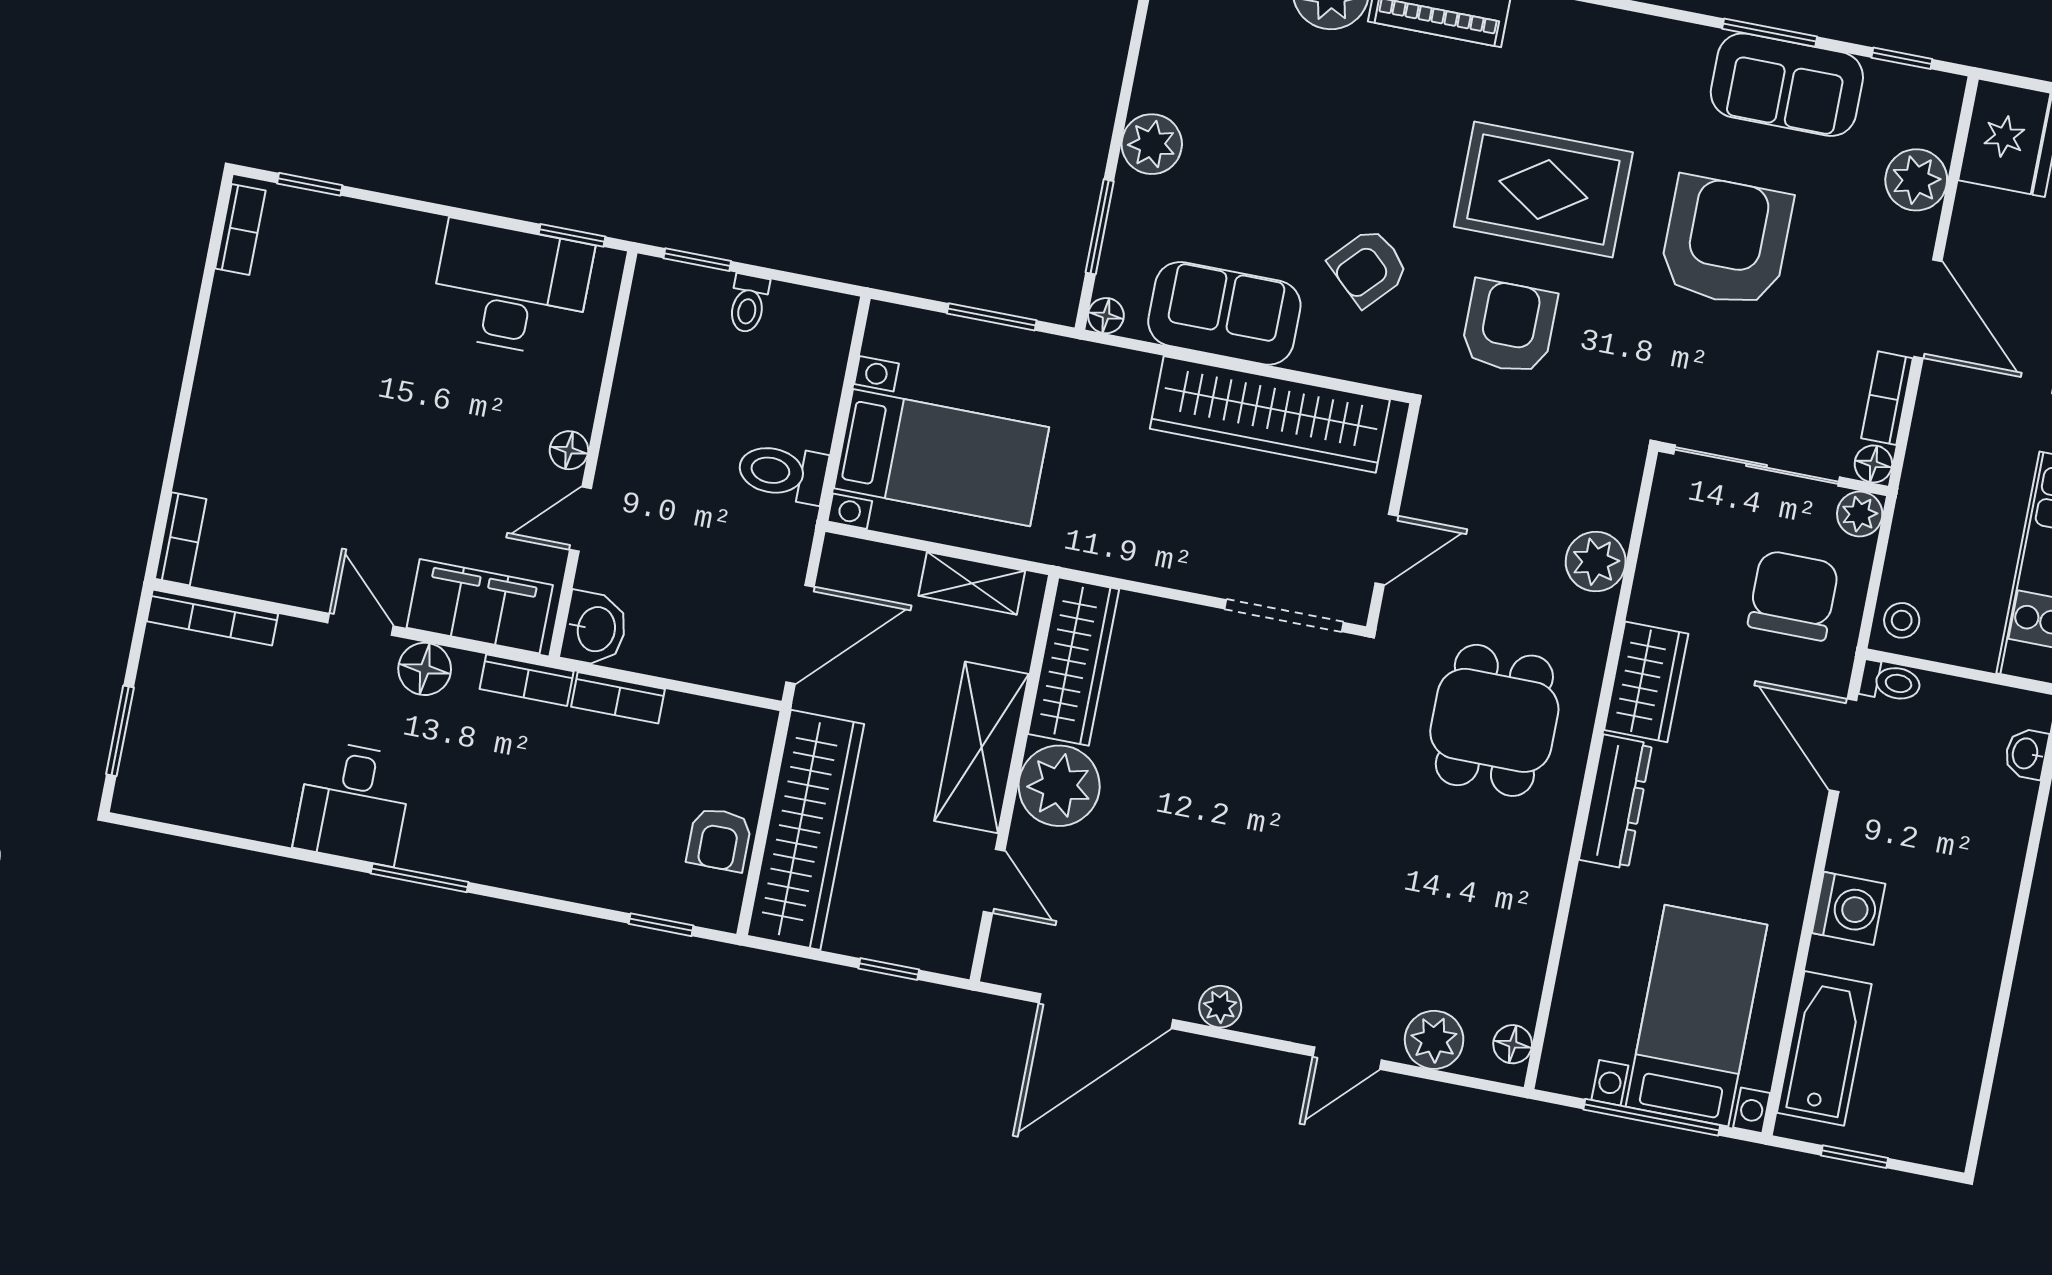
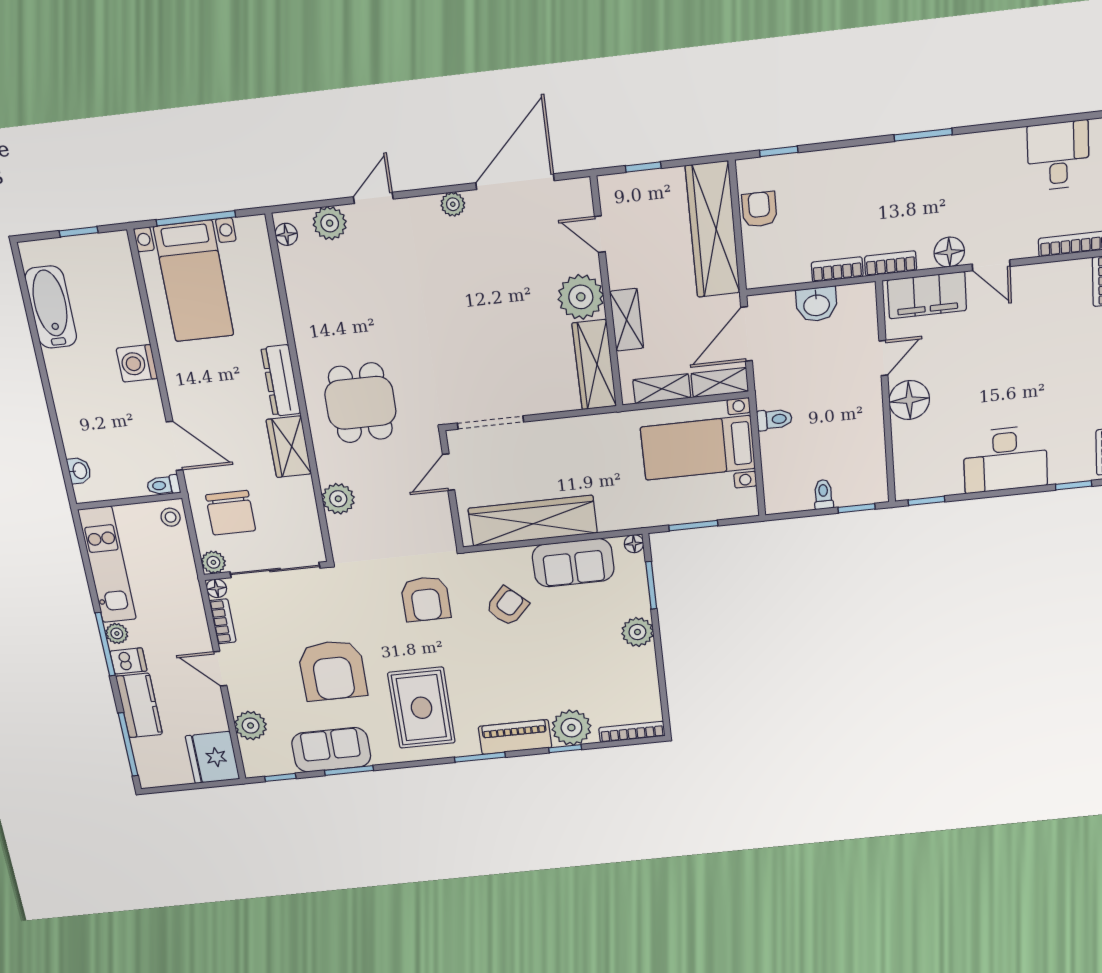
rug: (1543, 190) -> (422, 708), moved, turned 90
desk: (511, 289) -> (1005, 459), moved
door: (1928, 309) -> (220, 669), width x0.73
floor lamp: (569, 450) -> (909, 400), width x1.89, depth x1.89
toilet: (782, 473) -> (774, 419), width x0.73, depth x0.72
shelving: (870, 563) -> (720, 383), added
washbasin: (595, 629) -> (816, 304), moved, turned -90
shelving: (982, 747) -> (627, 320), width x0.67, depth x0.75
desk: (353, 803) -> (1058, 156), moved
bathtub: (1824, 1048) -> (51, 307), moved, turned 180

